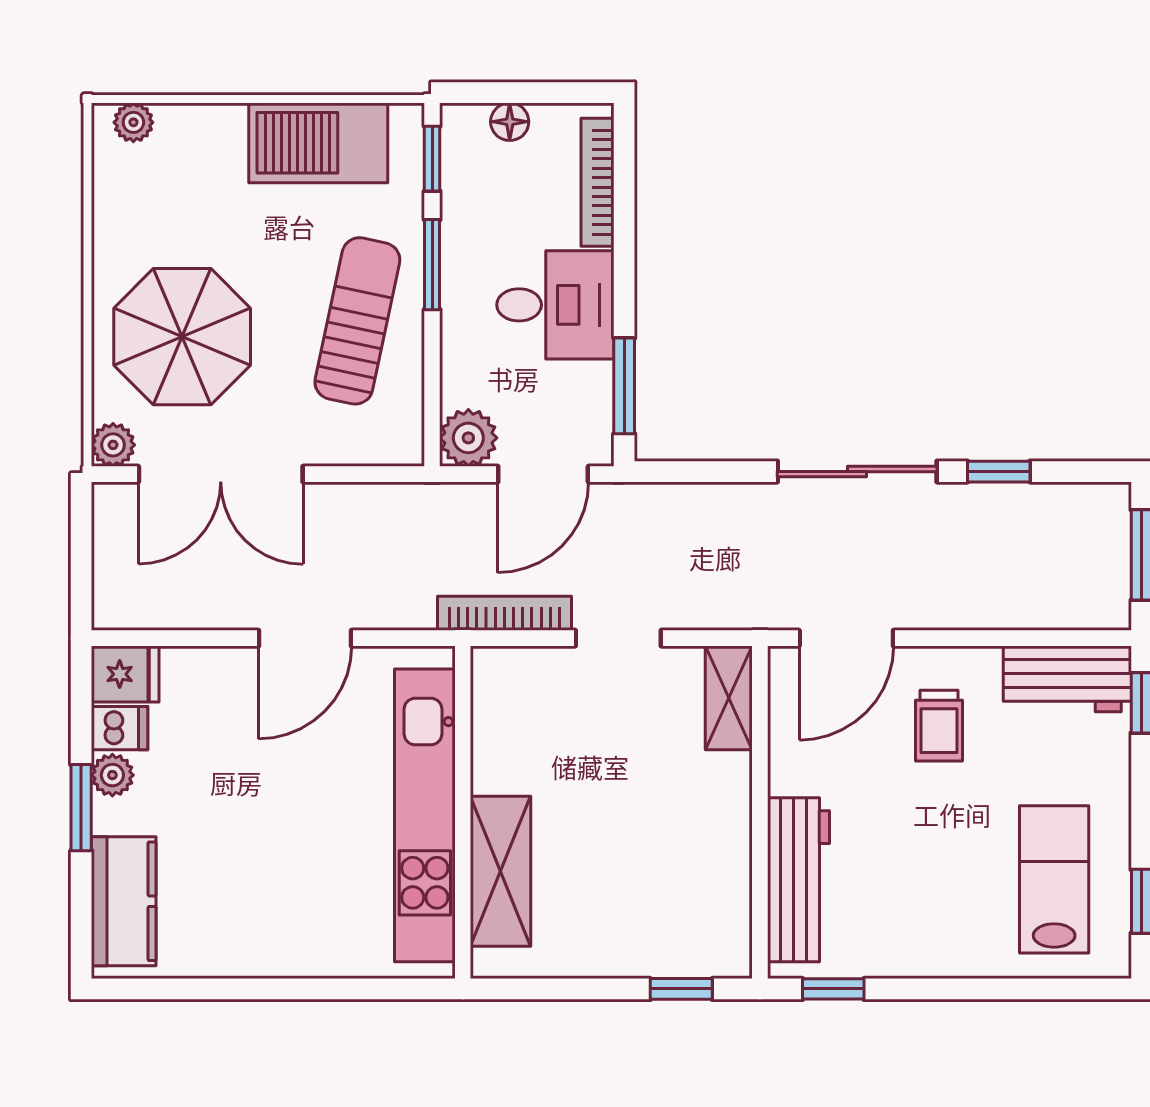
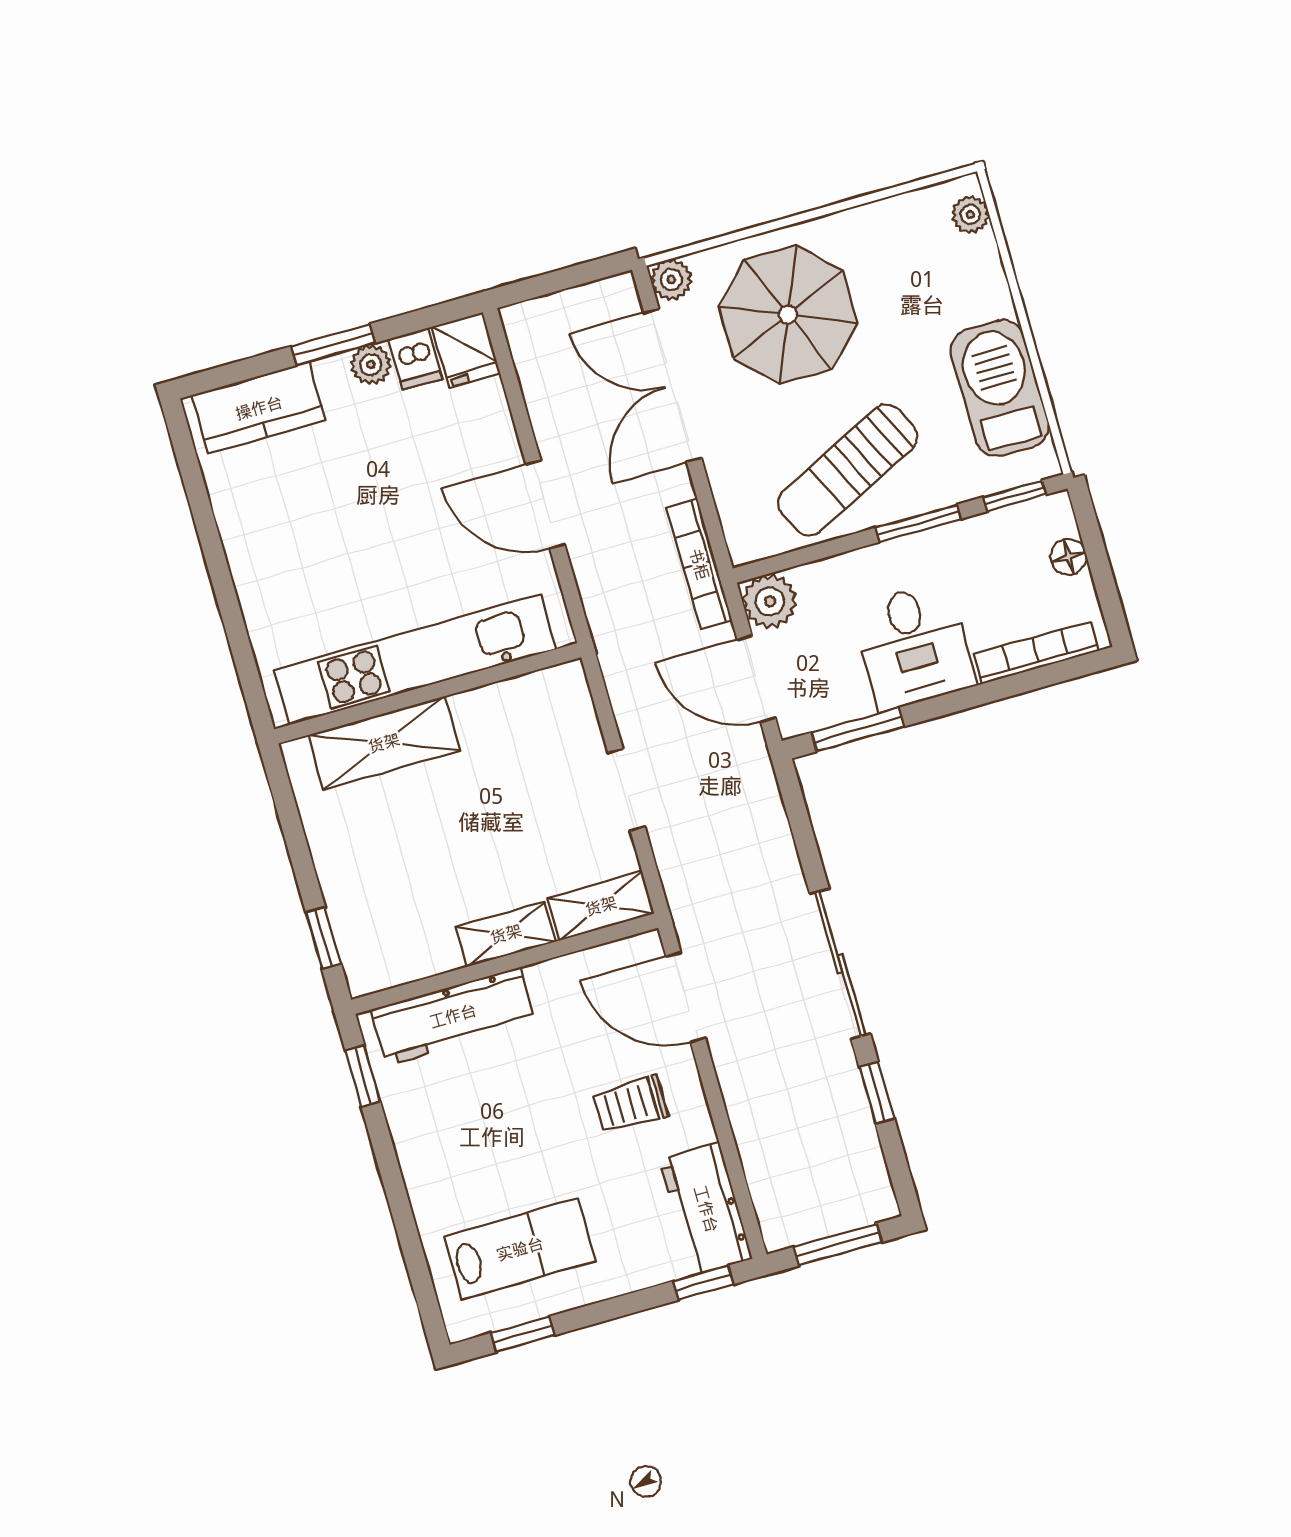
sun lounger: (357, 321) -> (848, 470), turned 142
bookcase: (504, 613) -> (699, 564), moved, turned 180
shelving: (730, 803) -> (506, 934), added

